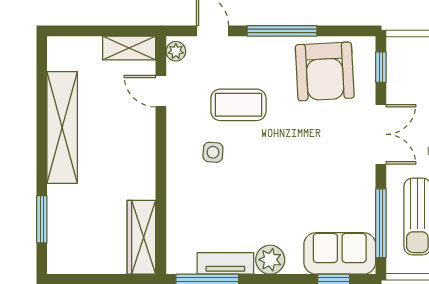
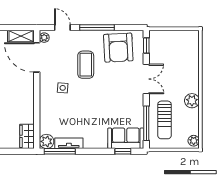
door: (161, 91) -> (37, 57), width x1.87
coffee table: (238, 105) -> (86, 65), moved, turned 90
wardrobe: (141, 237) -> (27, 136), width x0.67
plant: (270, 260) -> (47, 141), moved

